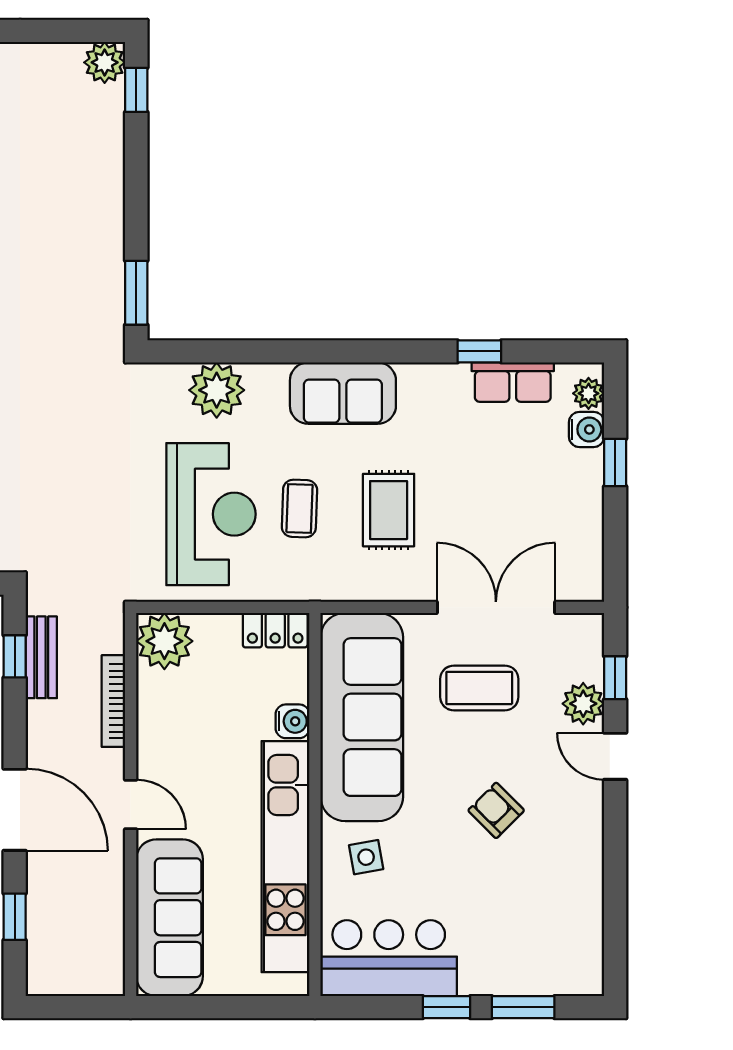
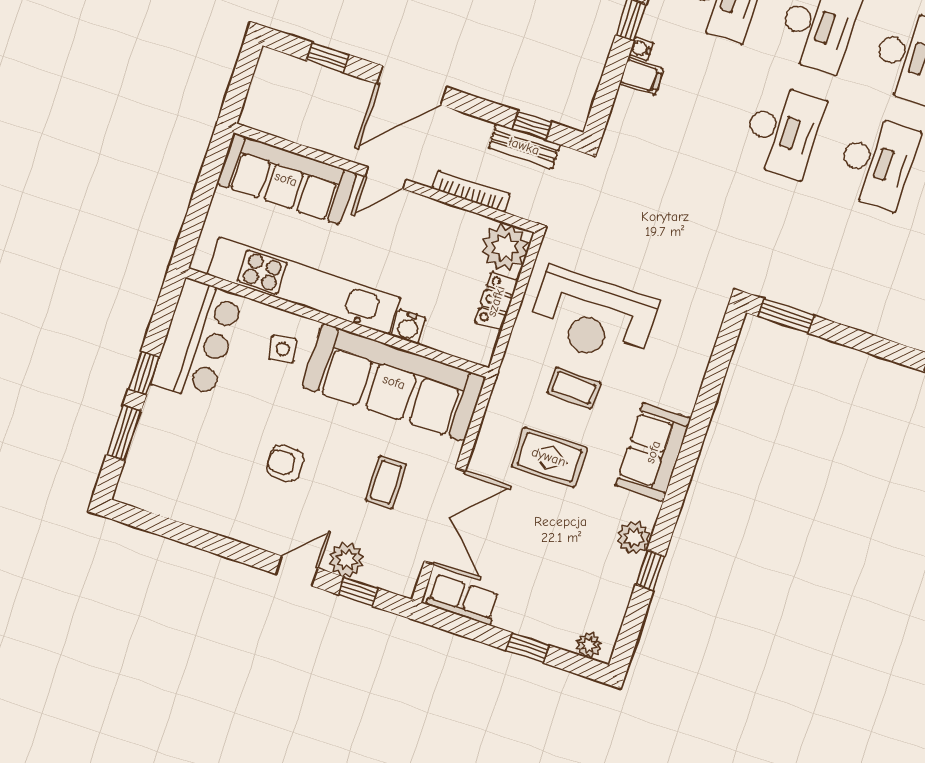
row of seats: (513, 382) -> (463, 599), moved, turned 90
plant: (217, 390) -> (634, 538), moved, width x0.73, depth x0.73
water cooler: (587, 429) -> (561, 634), removed
locker: (275, 630) -> (496, 301), moved
coffee table: (479, 688) -> (386, 482), width x0.73, depth x0.77
armchair: (496, 810) -> (285, 463), turned -135

